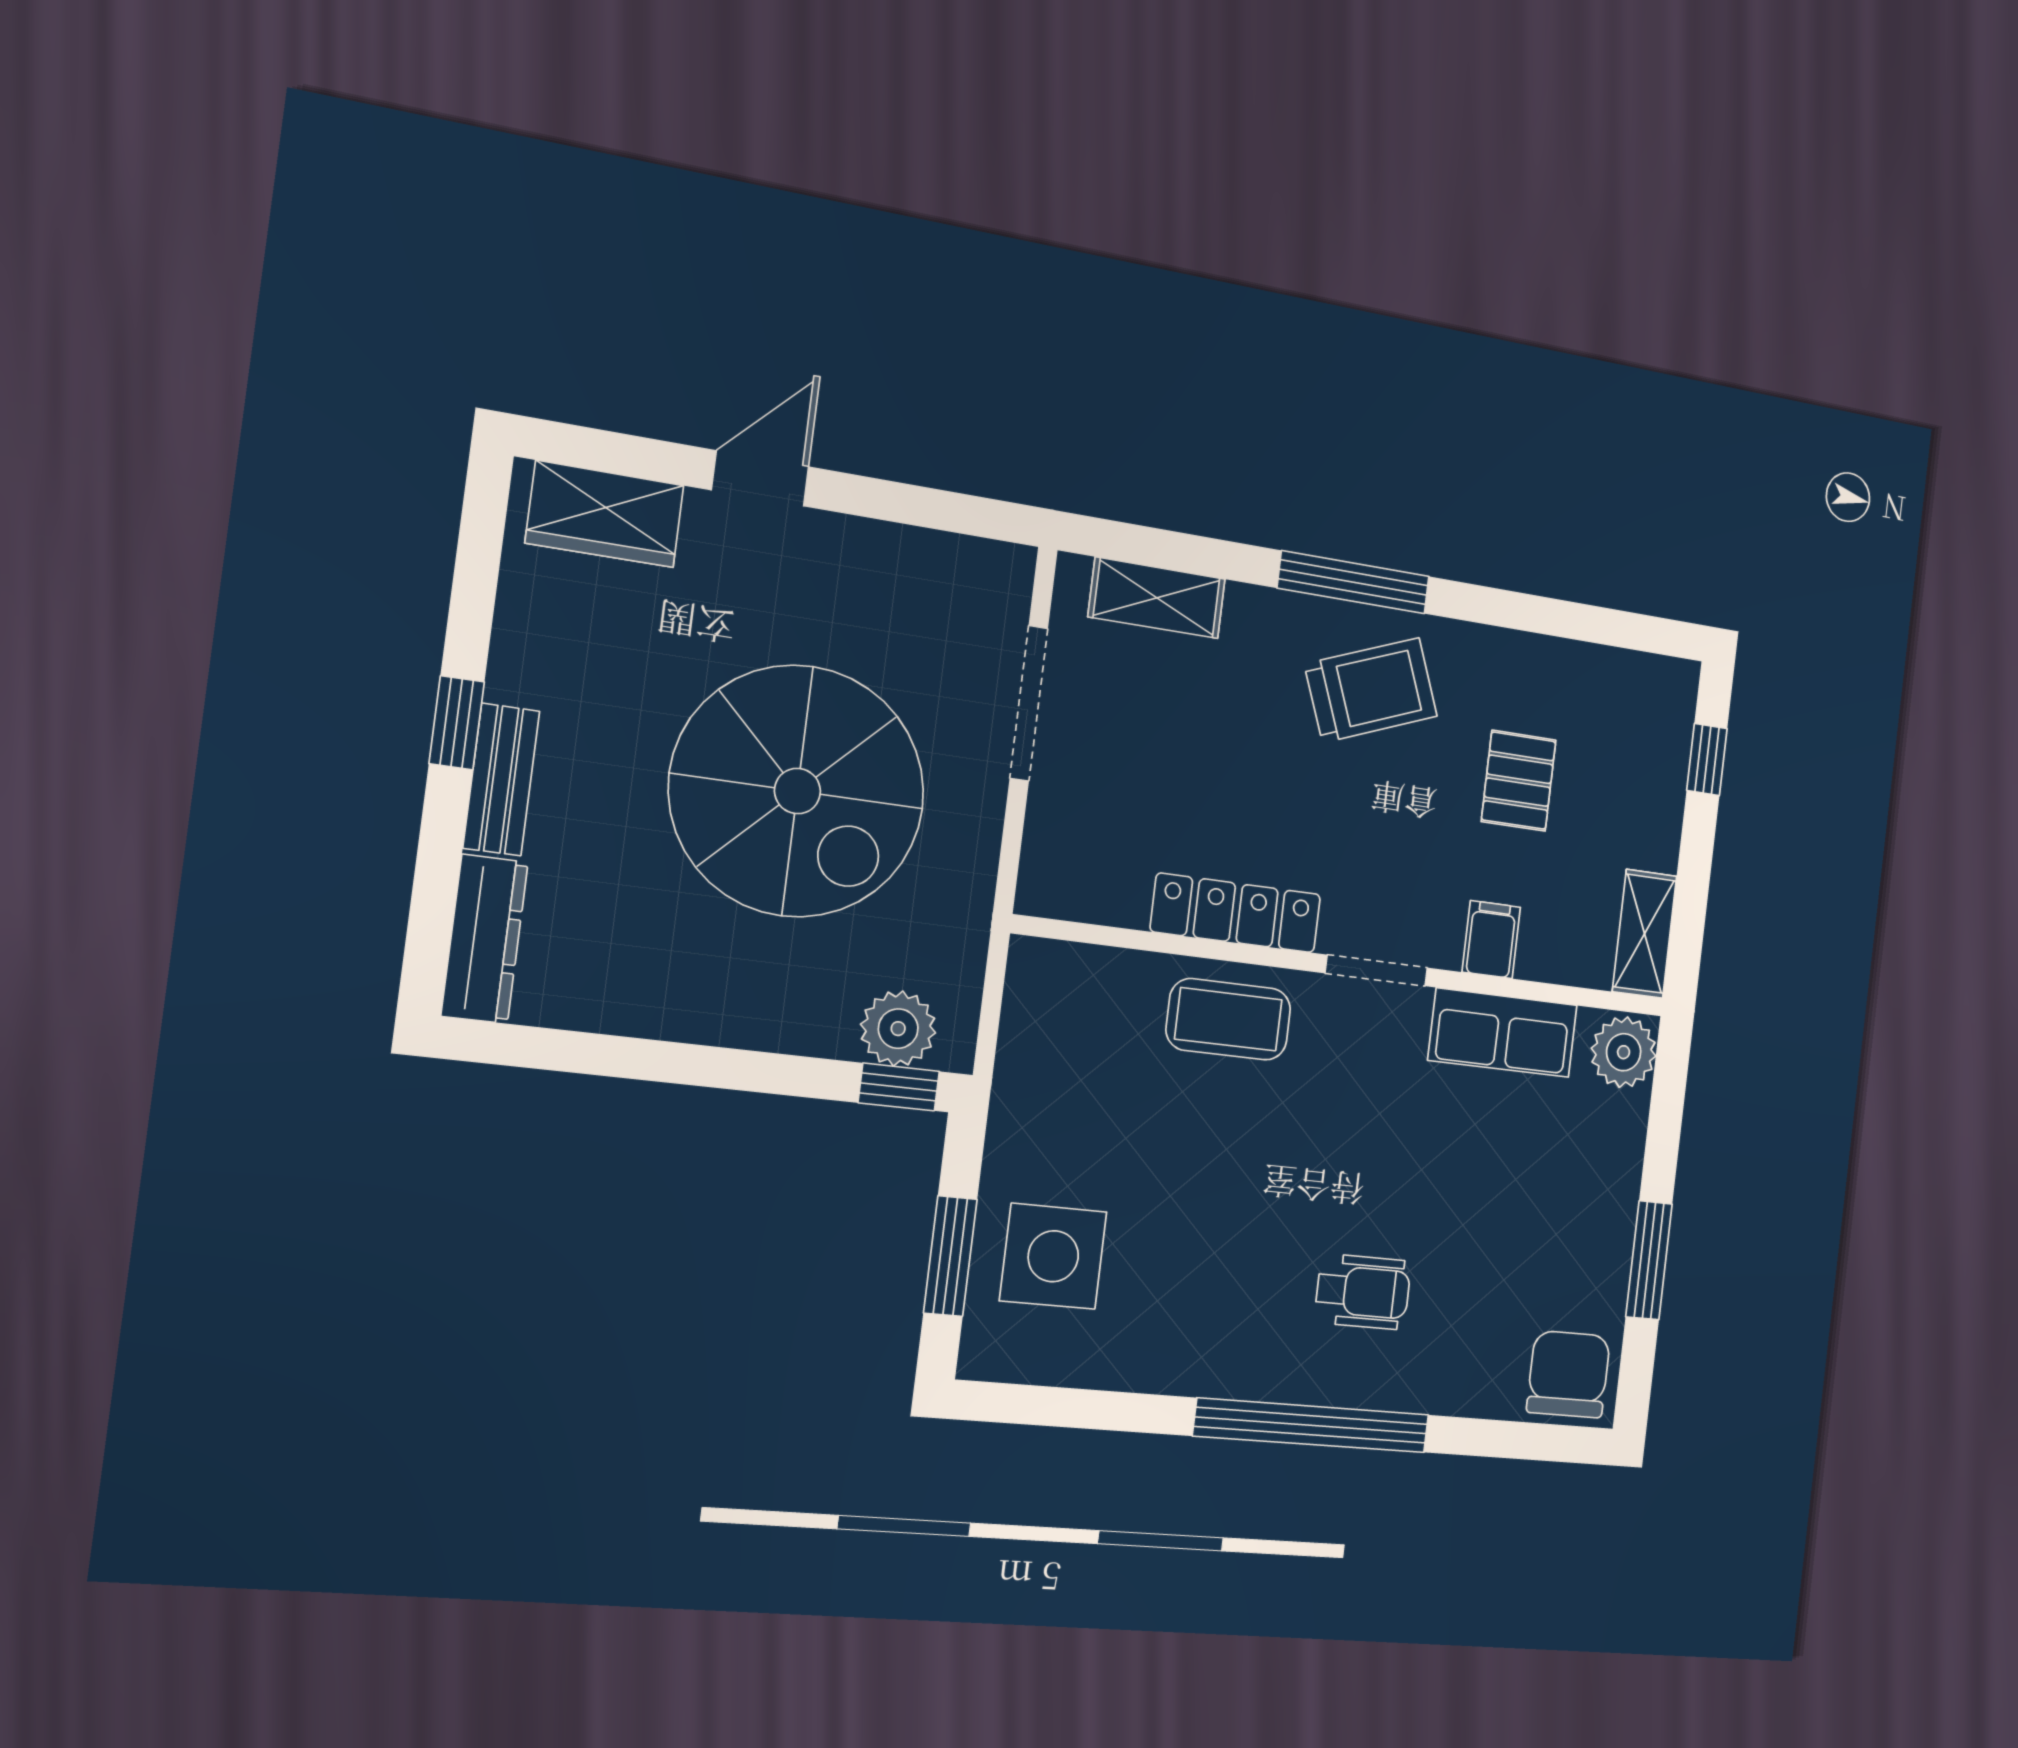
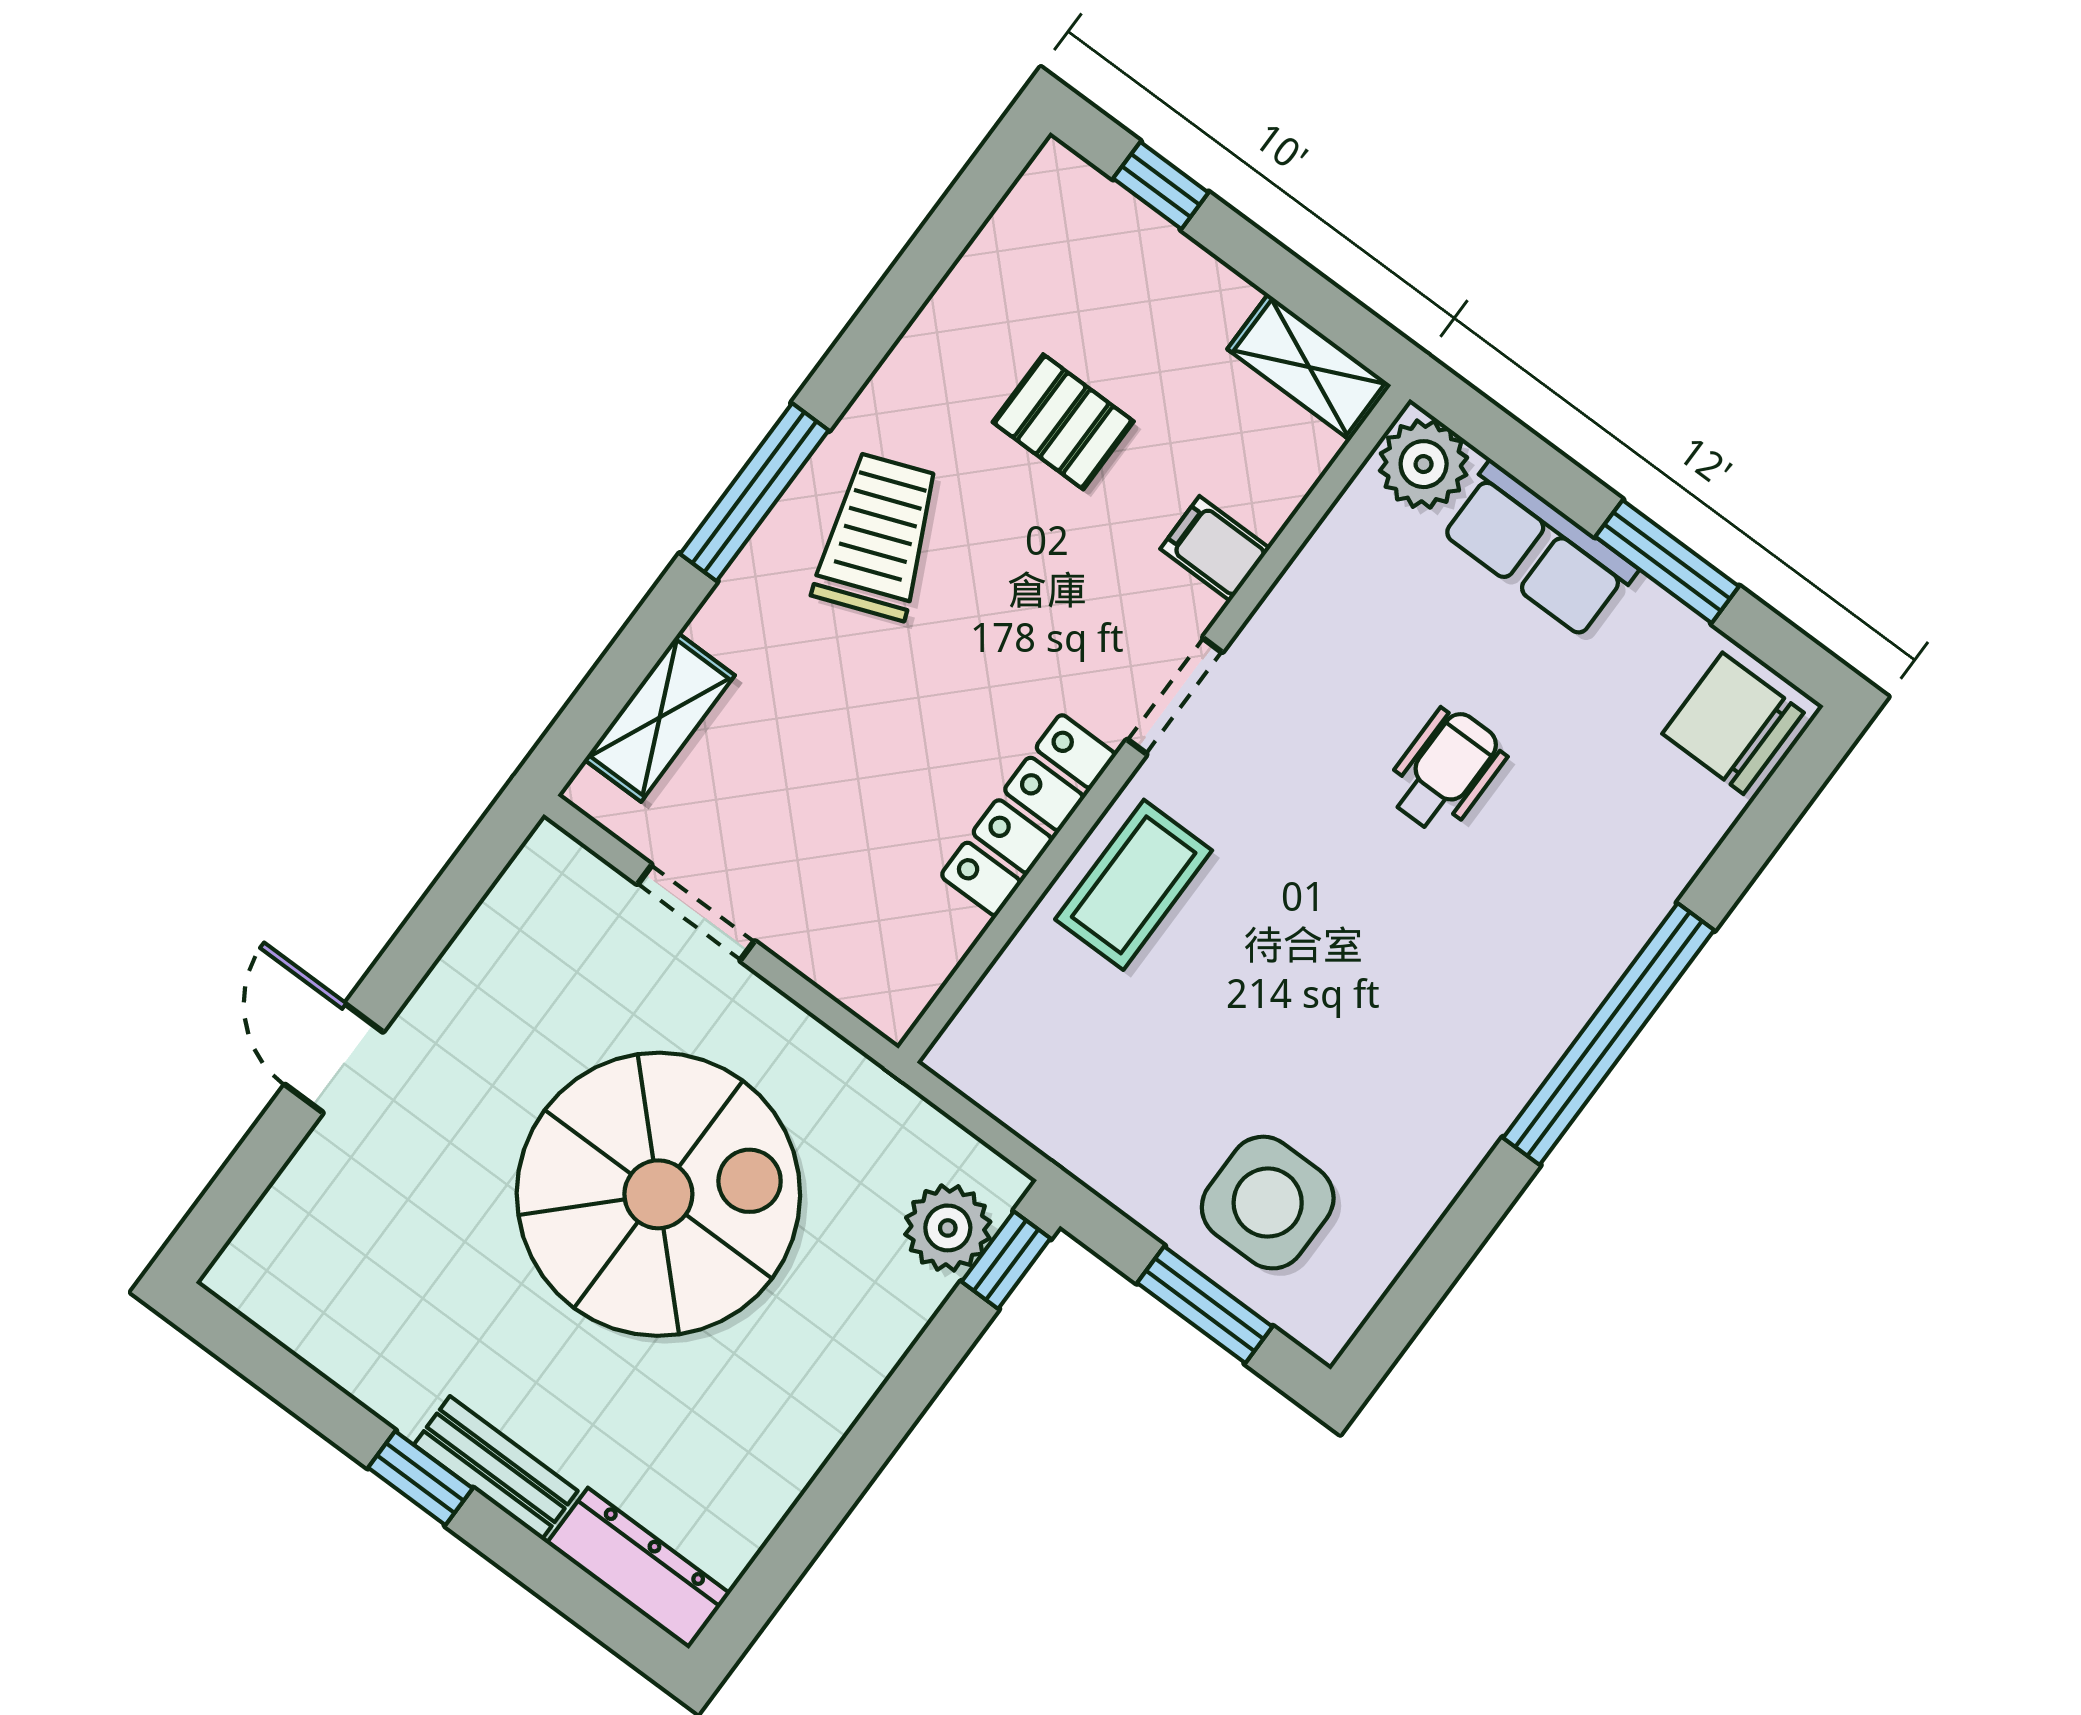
wardrobe: (605, 514) -> (293, 1228), removed
doorway: (1029, 703) -> (696, 913), width x0.73
row of seats: (1503, 1033) -> (1538, 550), moved, turned 90
wheelchair: (1363, 1292) -> (1445, 771), moved

